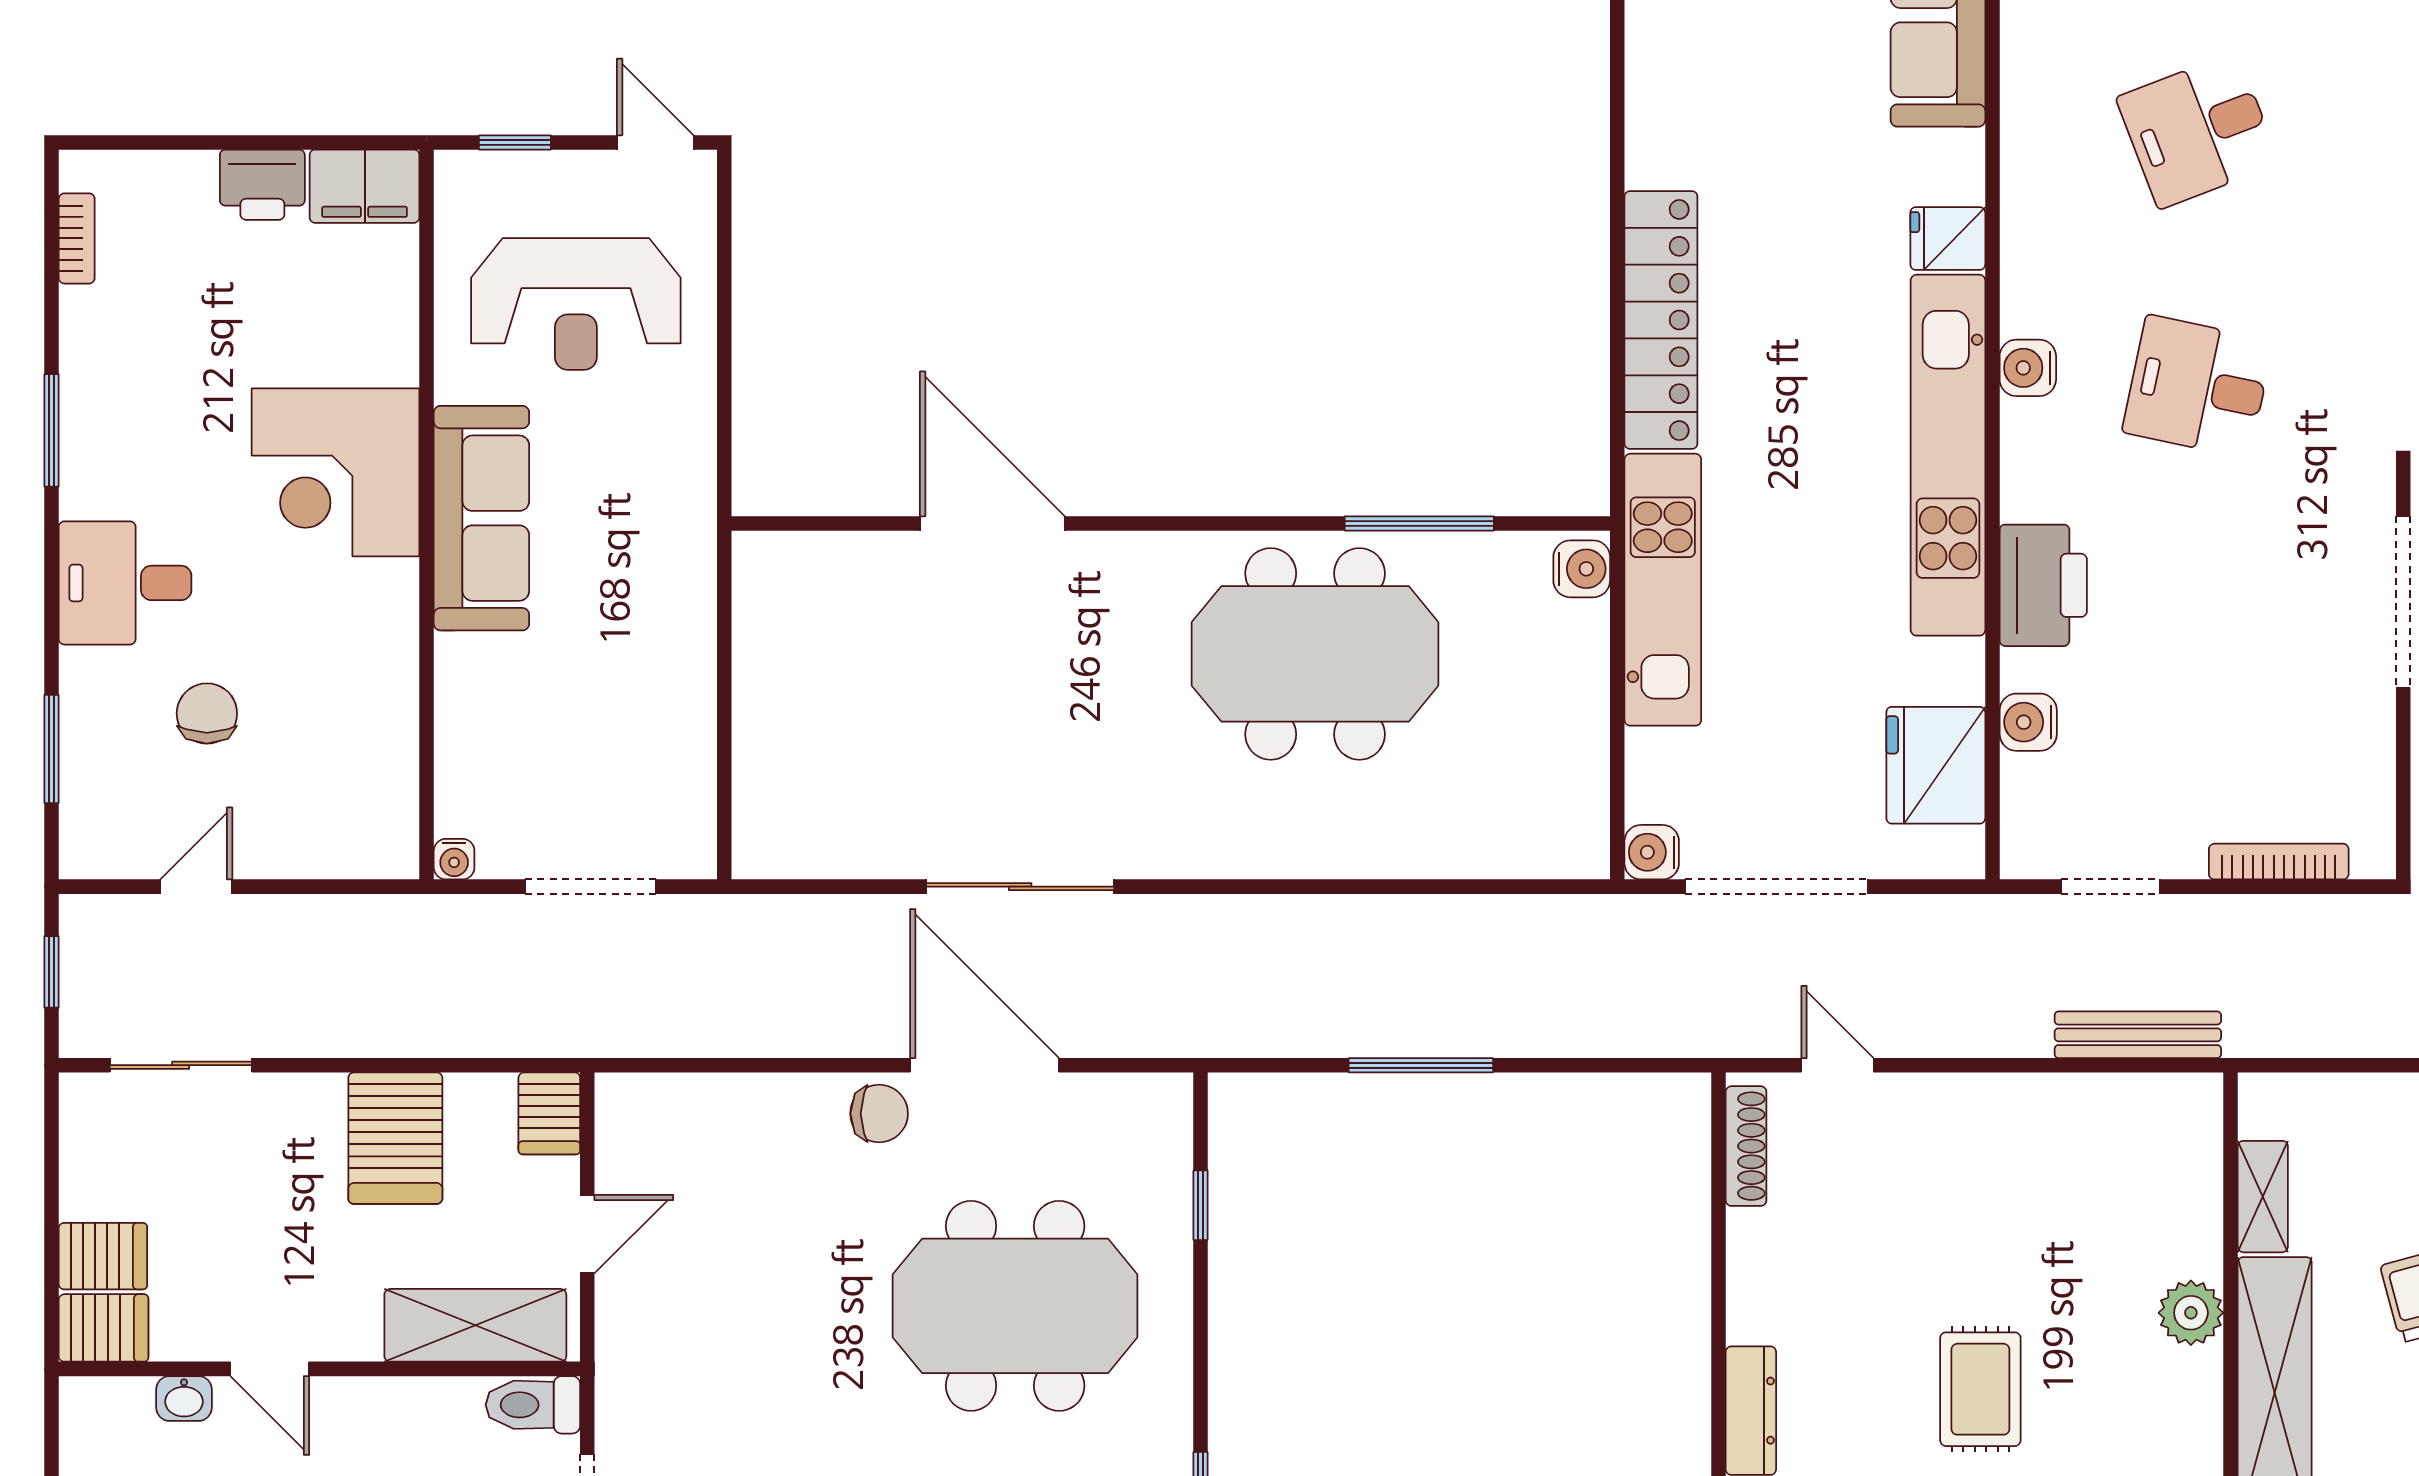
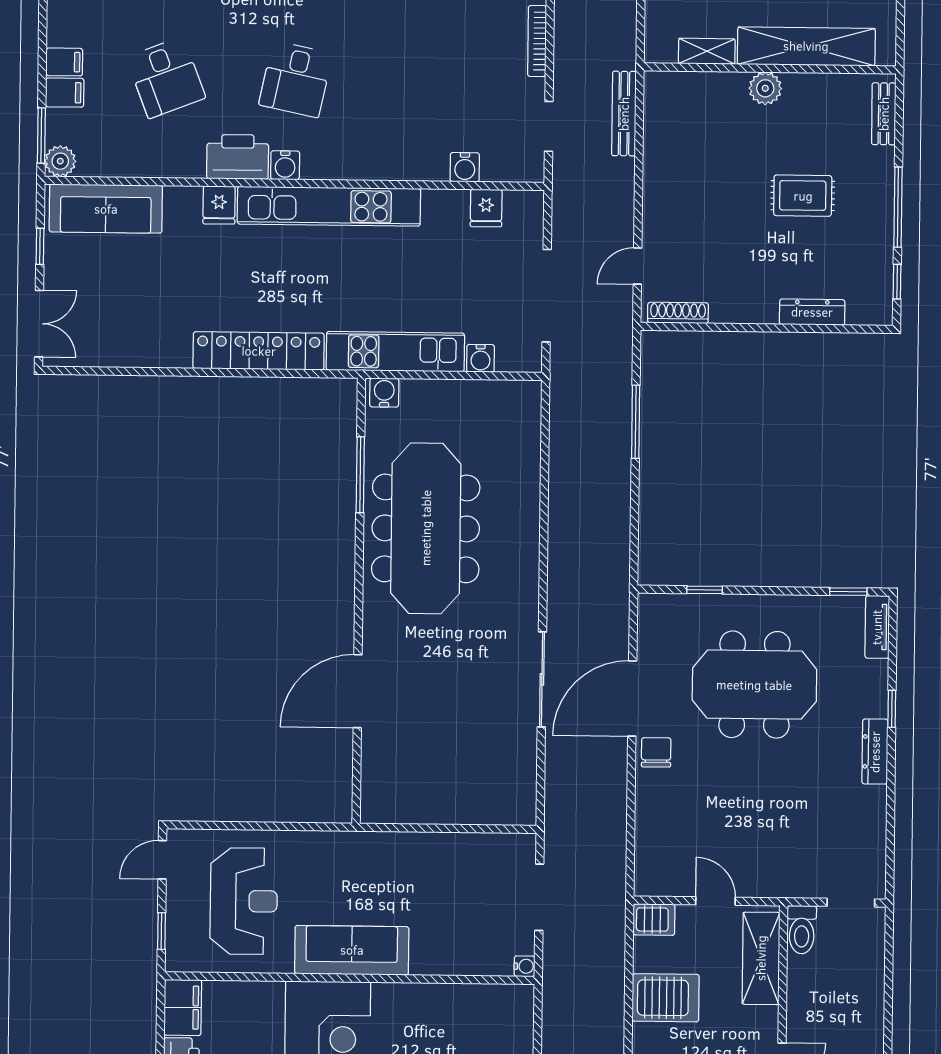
printer: (2043, 585) -> (238, 157), moved
meeting table: (1315, 654) -> (426, 528), width x1.36
fridge: (1936, 765) -> (486, 208), width x0.53, depth x0.75
water cooler: (1652, 852) -> (480, 358), moved
window: (1421, 1065) -> (636, 422), moved
meeting table: (1015, 1306) -> (754, 685), turned 90

